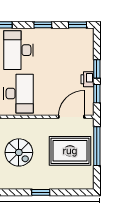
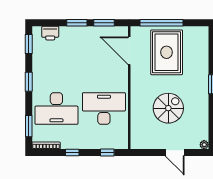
printer: (87, 79) -> (50, 33), moved

